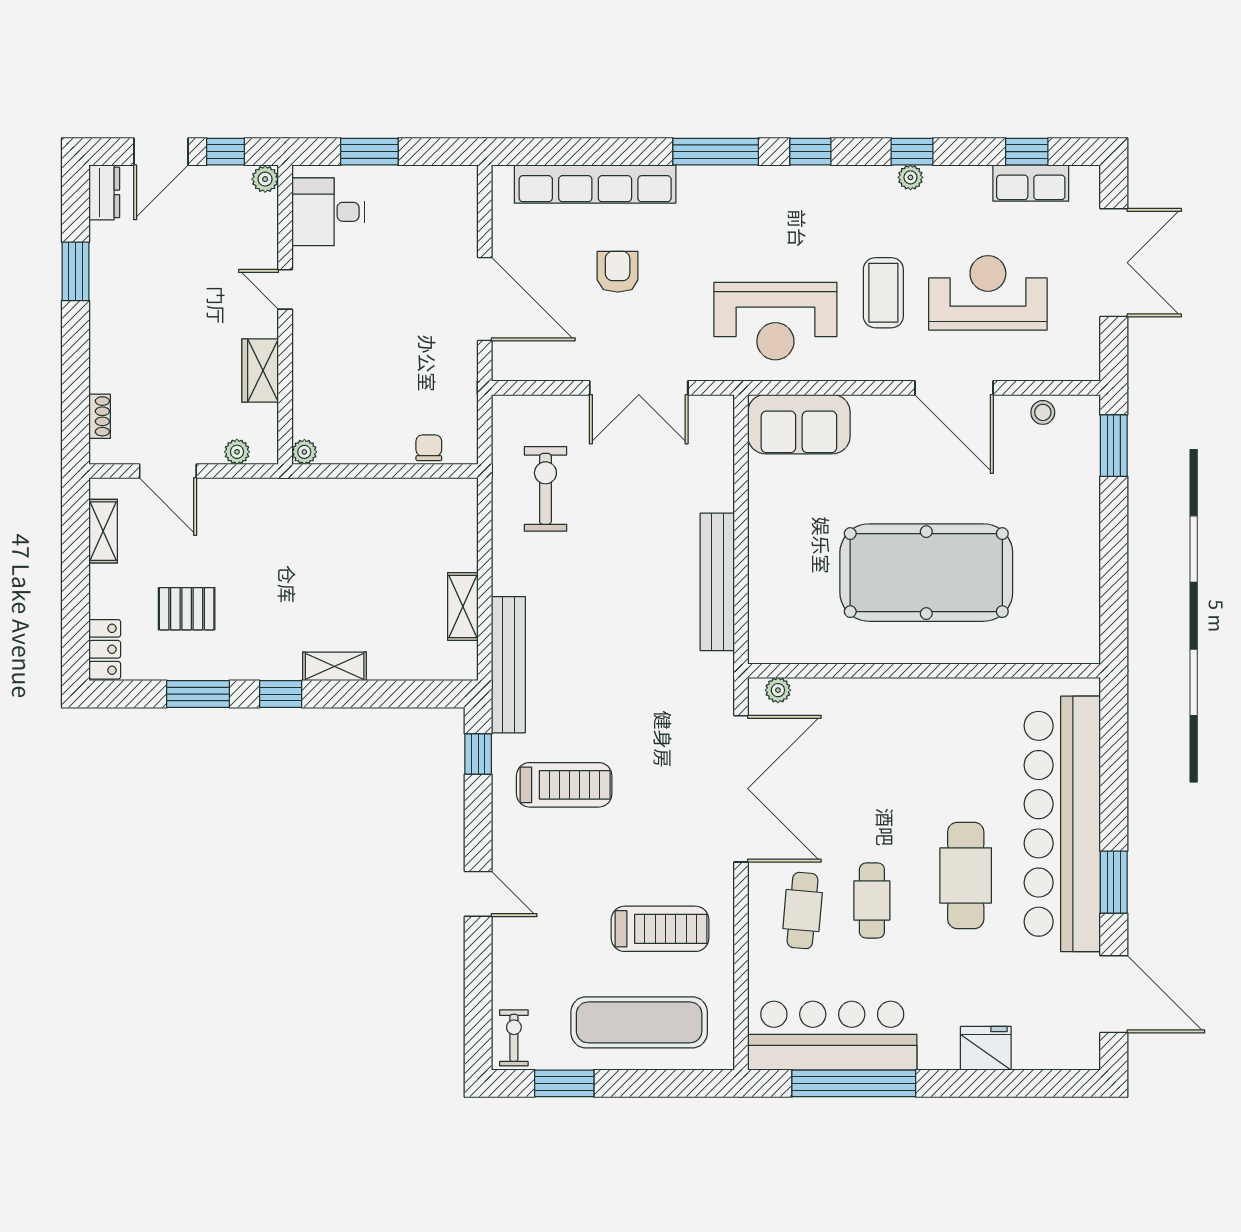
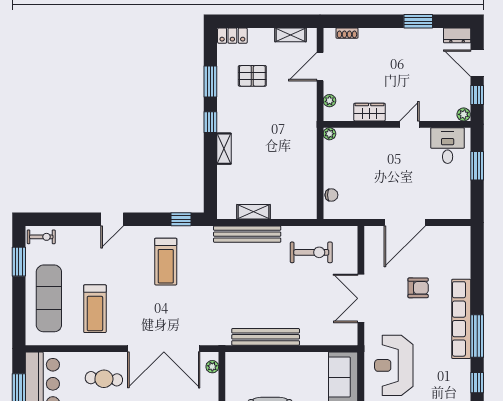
row of seats: (595, 184) -> (461, 319), moved
pallet: (187, 609) -> (252, 76), turned 90
bench: (508, 665) -> (247, 234), moved

